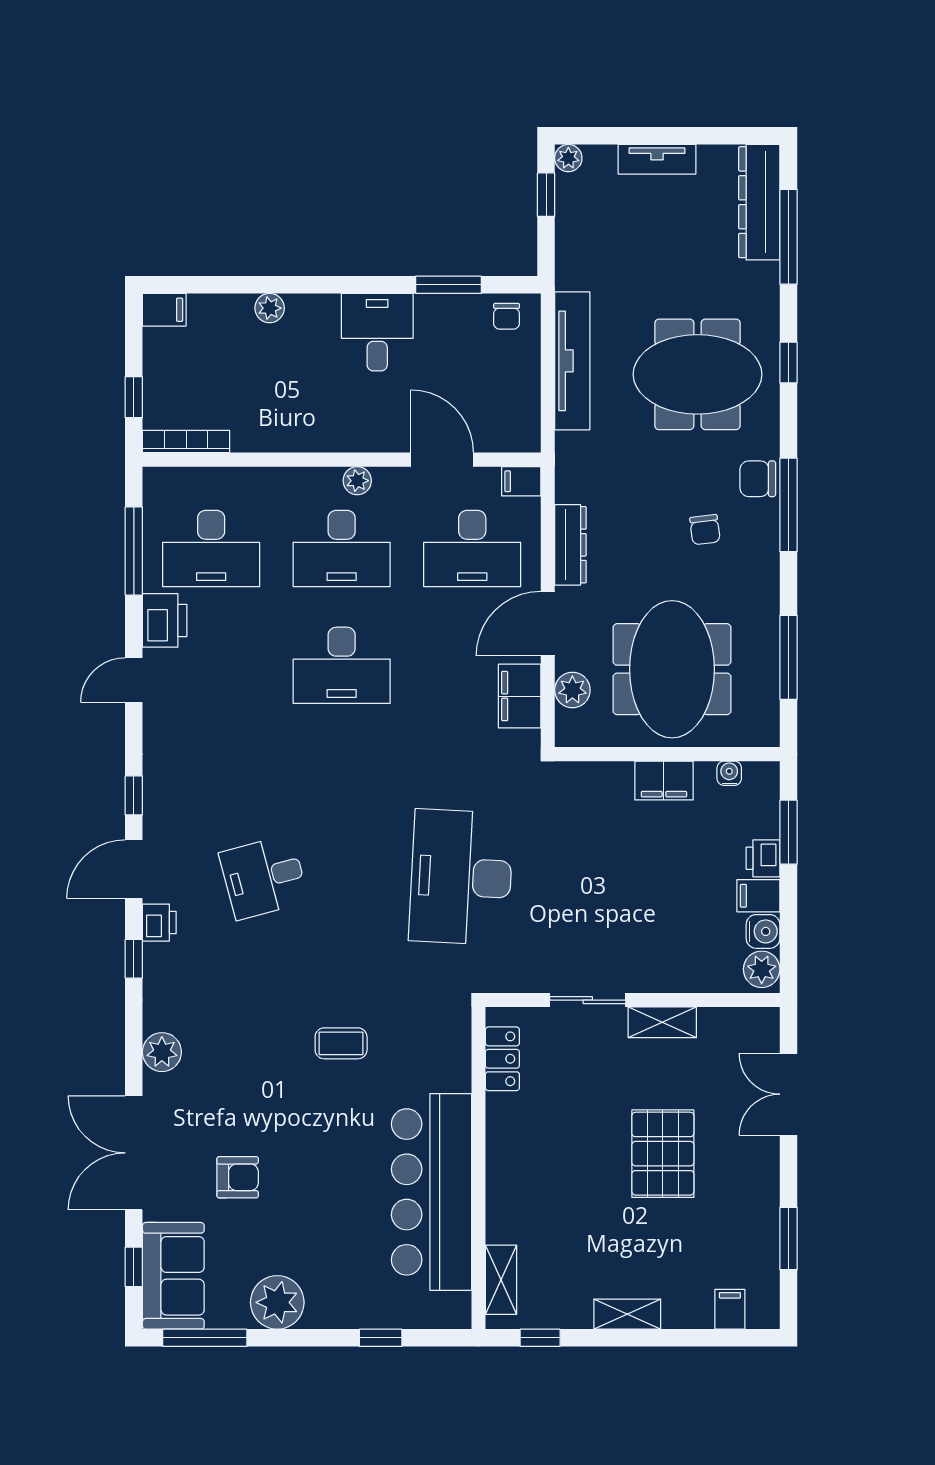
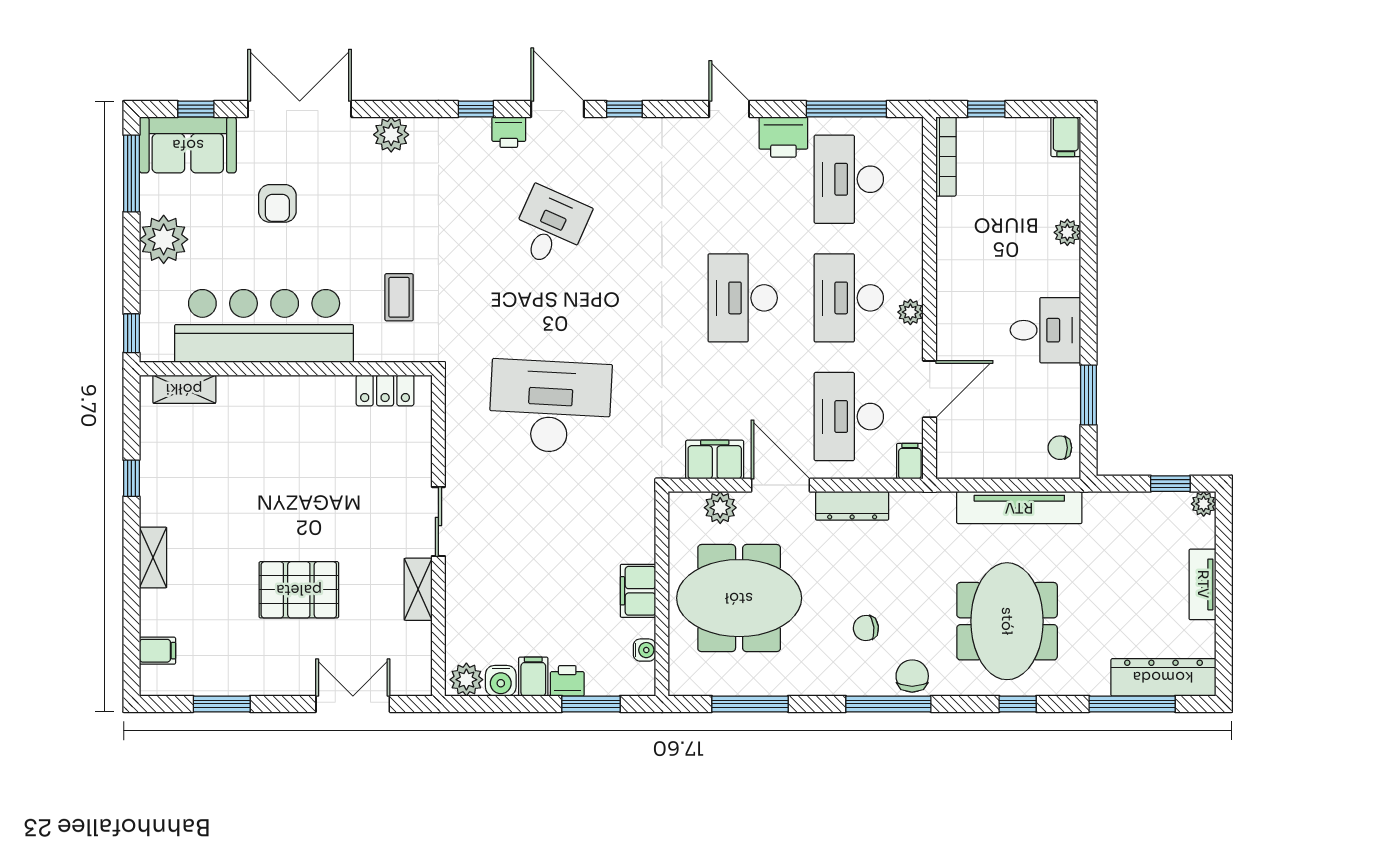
desk: (264, 877) -> (550, 227), turned 39
locker: (502, 1059) -> (385, 390), moved
wall: (478, 1168) -> (286, 369), moved
bar counter: (431, 1192) -> (264, 326), moved
shelving: (501, 1280) -> (184, 389), moved

